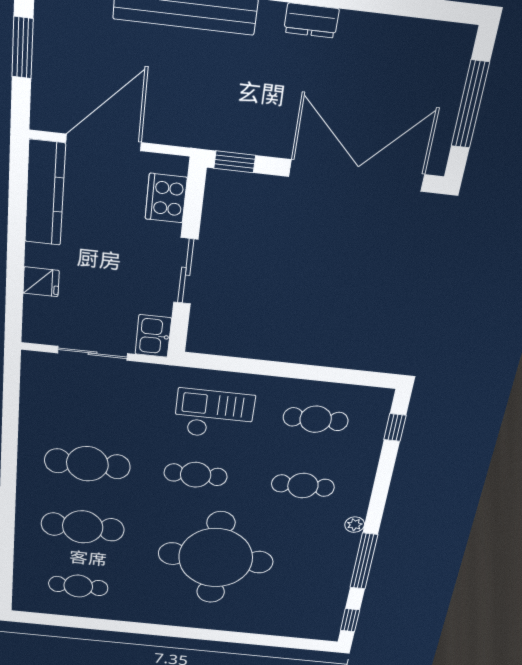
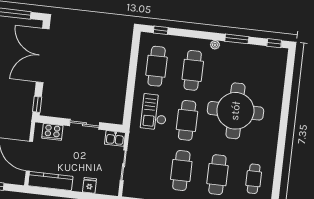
cafe table: (316, 419) -> (157, 66), width x1.37, depth x1.35
cafe table: (196, 475) -> (187, 120), width x1.37, depth x1.35
cafe table: (303, 486) -> (193, 70), width x1.37, depth x1.35
window: (364, 561) -> (237, 39), width x0.69

